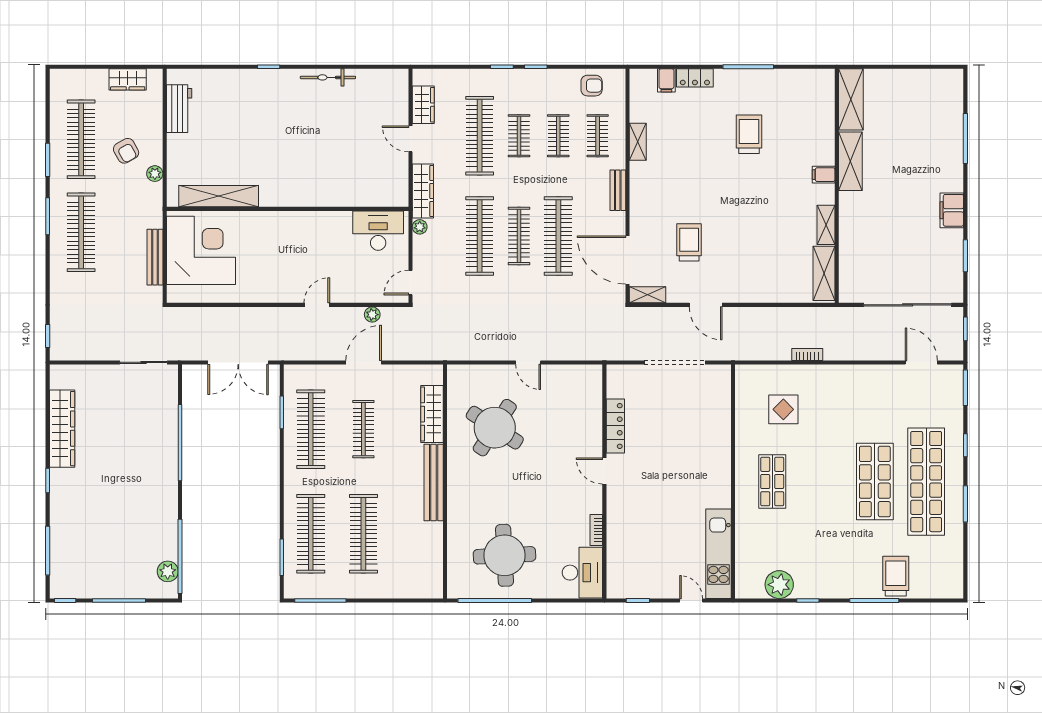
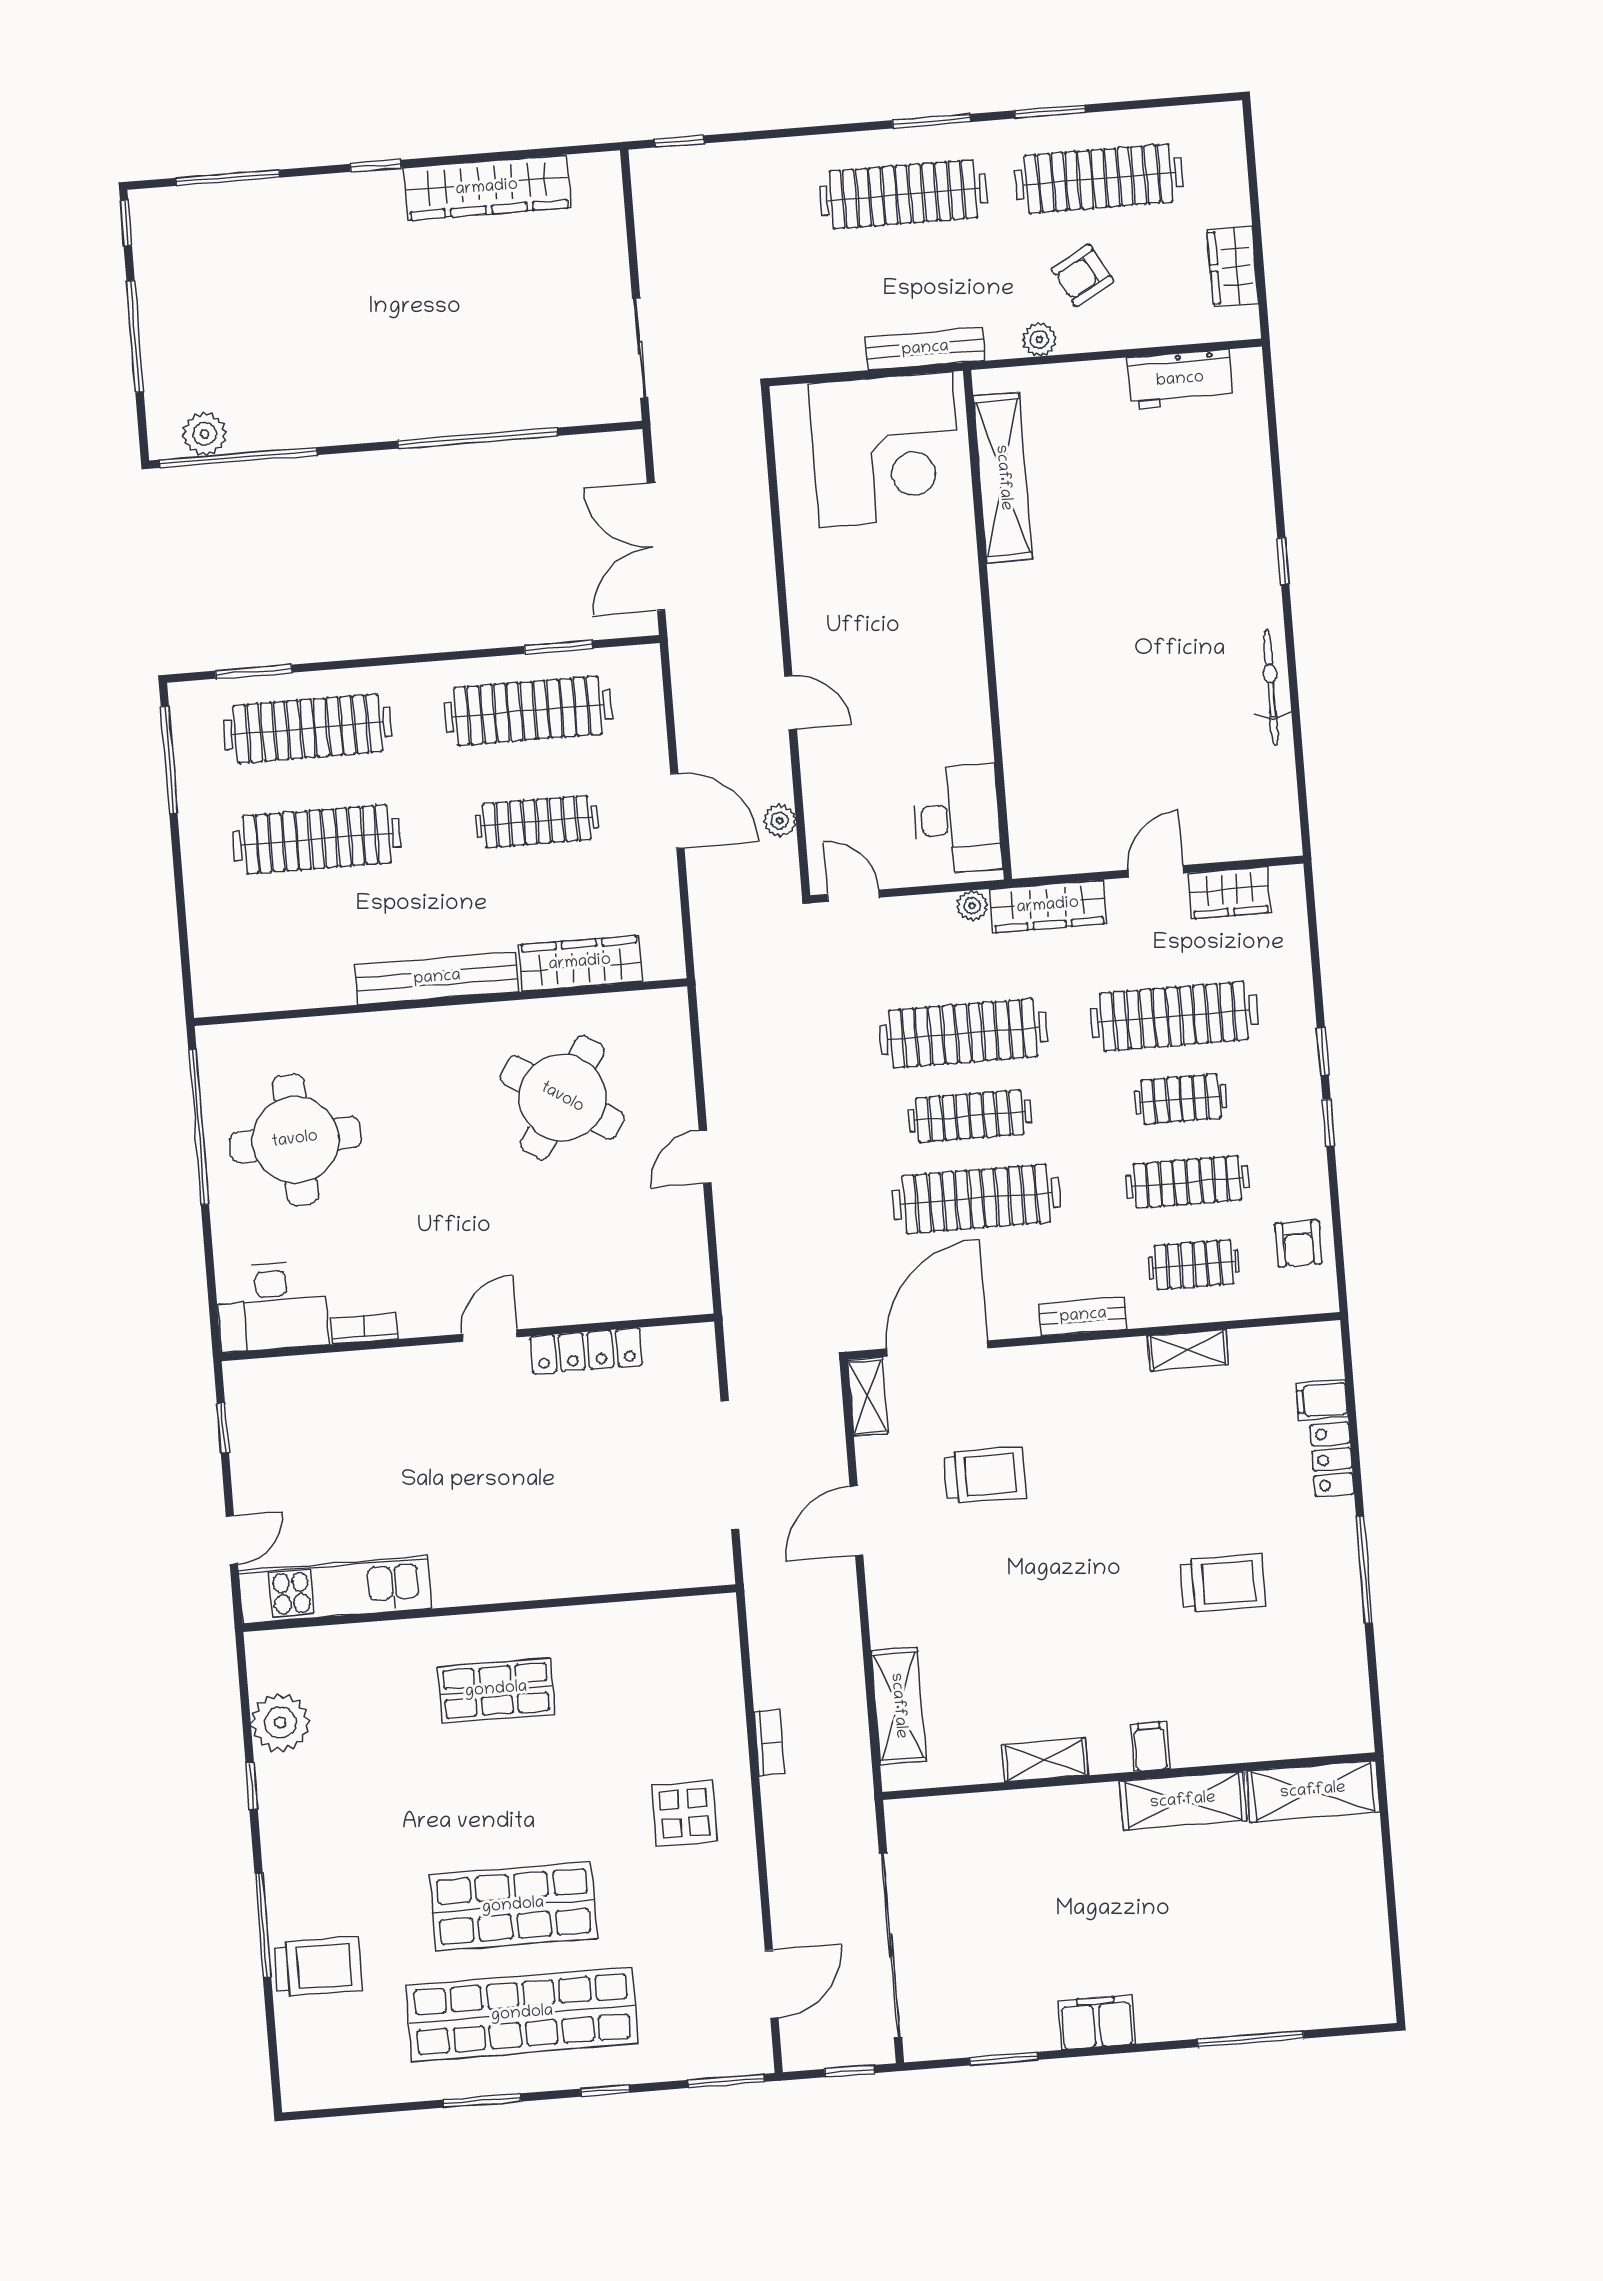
clothes rail: (558, 136) -> (1187, 1182), width x1.36
bench: (155, 257) -> (925, 349), moved
shelving: (824, 273) -> (898, 1706), moved, turned 90
display table: (783, 409) -> (684, 1813), moved

